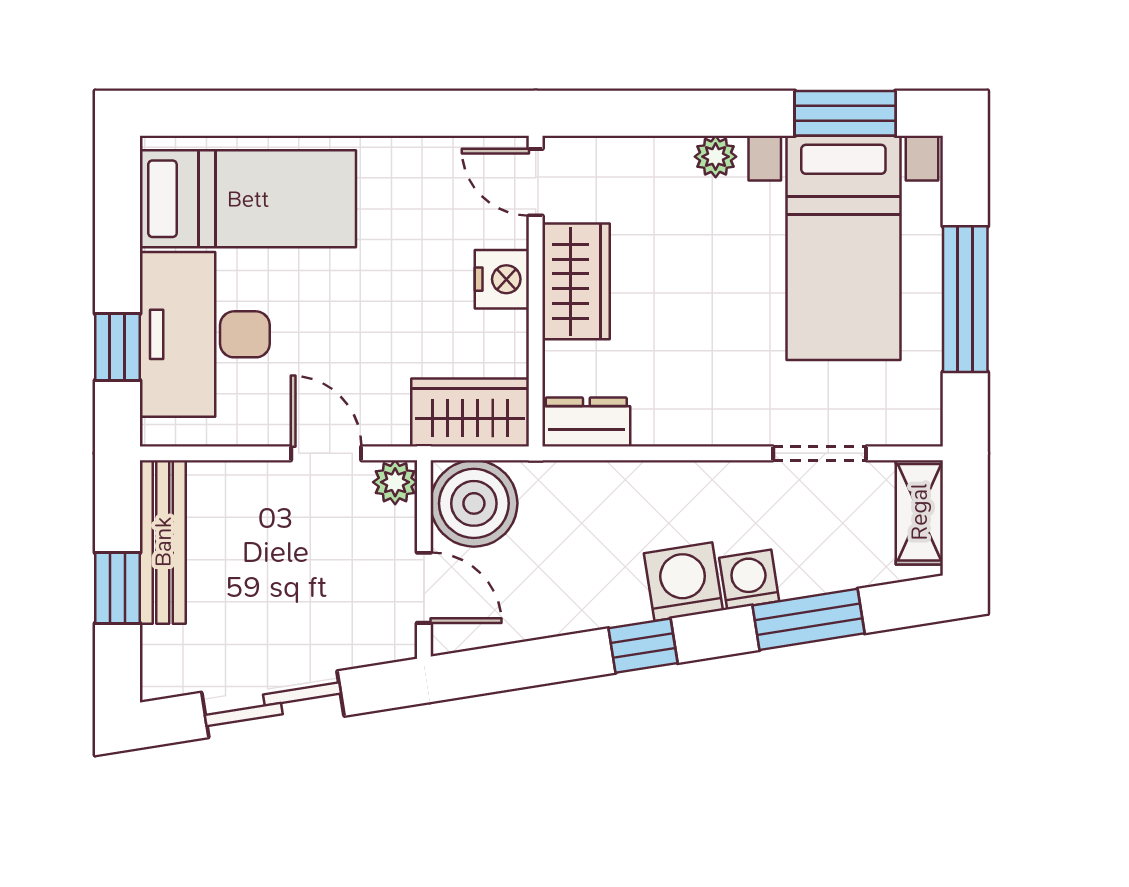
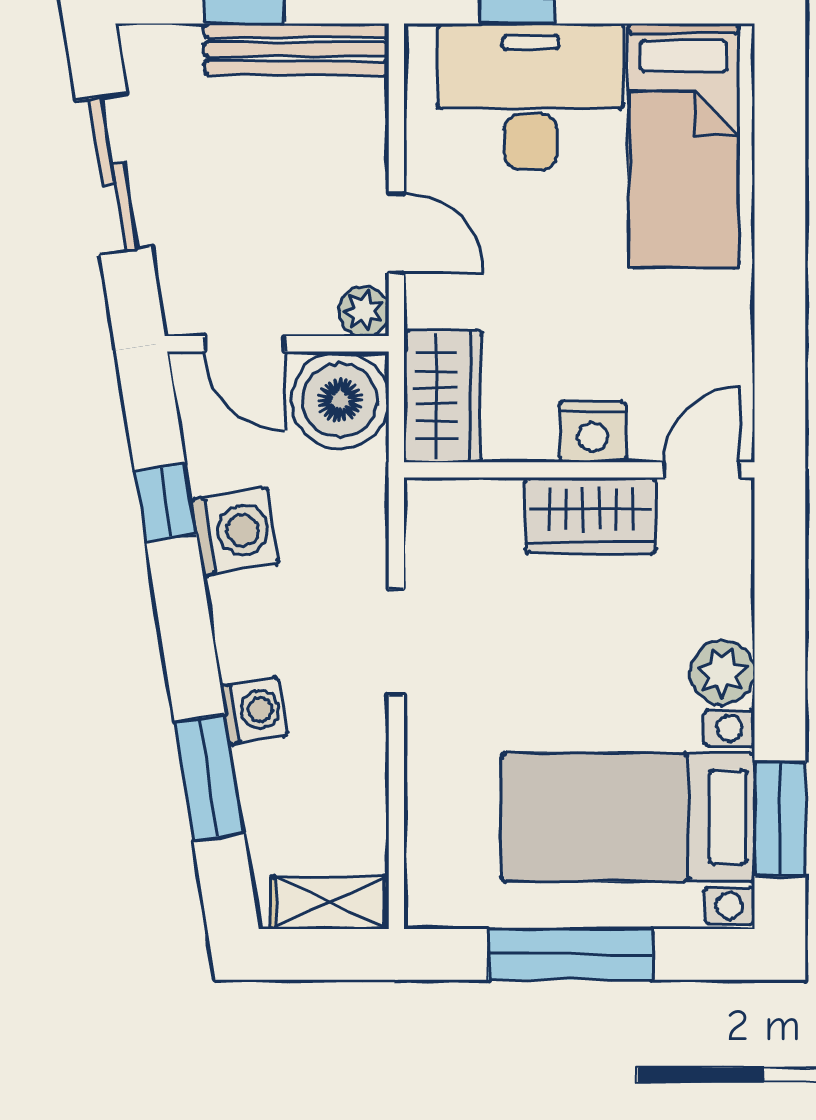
plant: (716, 157) -> (722, 673), width x1.38, depth x1.38
dresser: (586, 422) -> (432, 527), removed
door: (326, 453) -> (396, 233), hinge flipped
doorway: (820, 453) -> (396, 642), moved
washing machine: (683, 582) -> (235, 532), moved
door: (424, 588) -> (245, 344), hinge flipped
window: (643, 646) -> (166, 503), moved

